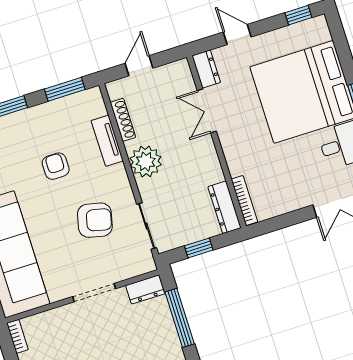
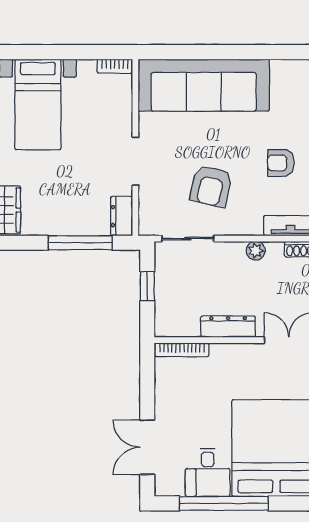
plant: (146, 162) -> (256, 251), width x0.53, depth x0.53
armchair: (56, 166) -> (281, 163), turned 180
dresser: (224, 207) -> (228, 327), moved

